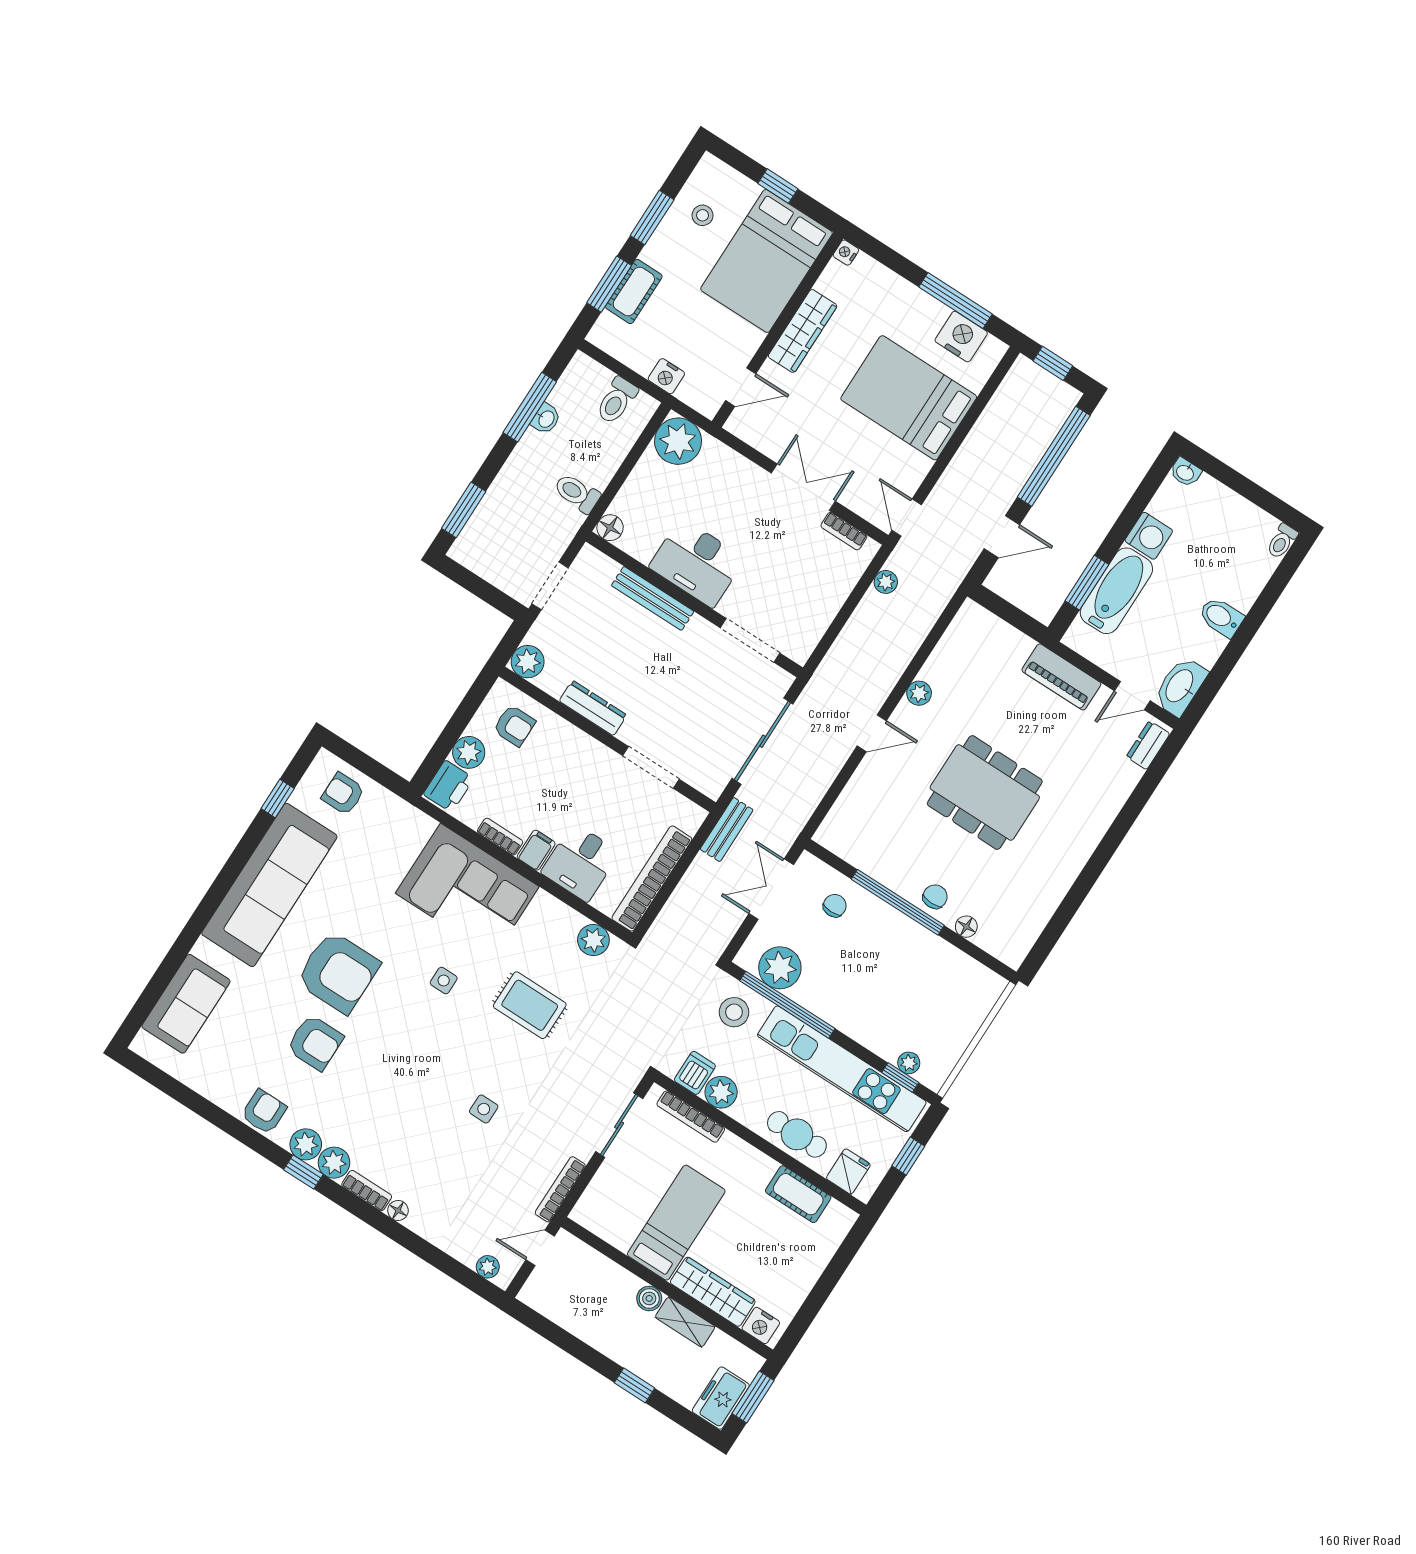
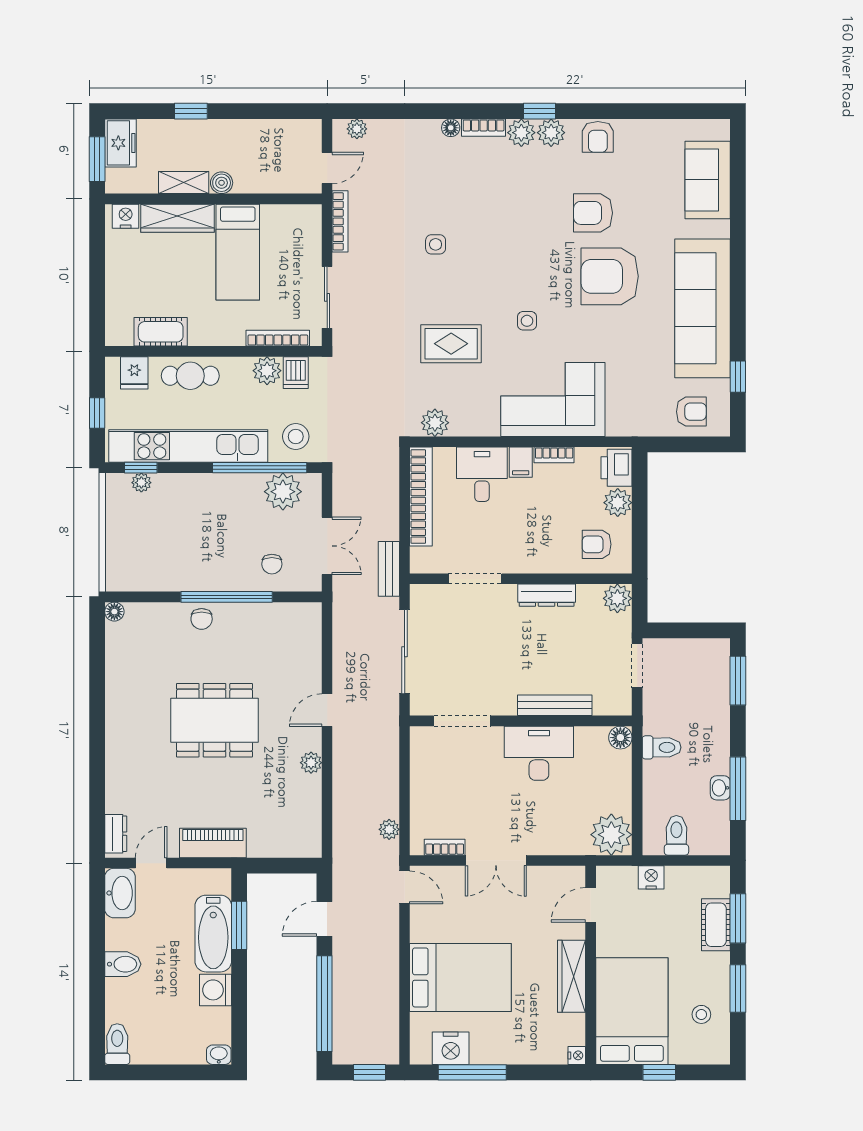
toilet: (1282, 541) -> (117, 1044), width x1.37, depth x1.39
floor lamp: (966, 927) -> (114, 612), moved

